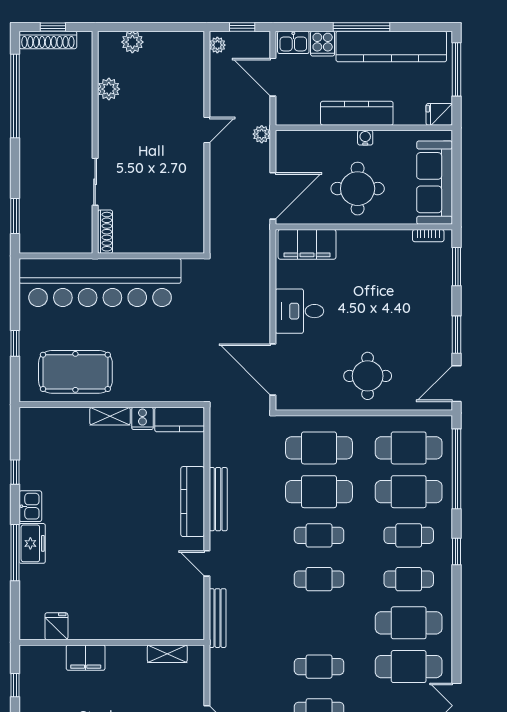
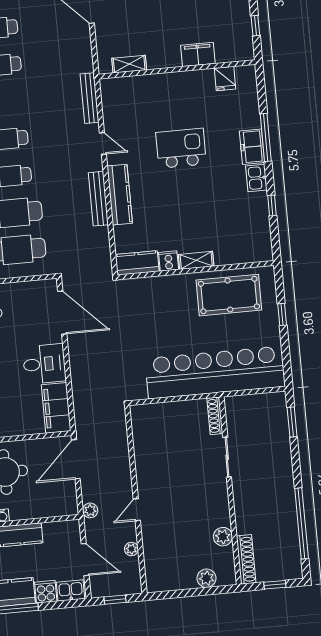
shoe rack: (48, 40) -> (246, 559), moved, turned 90
plant: (217, 45) -> (131, 549), moved
filing cabinet: (307, 244) -> (56, 408), moved, turned -90
kitchen island: (116, 549) -> (181, 148), added

